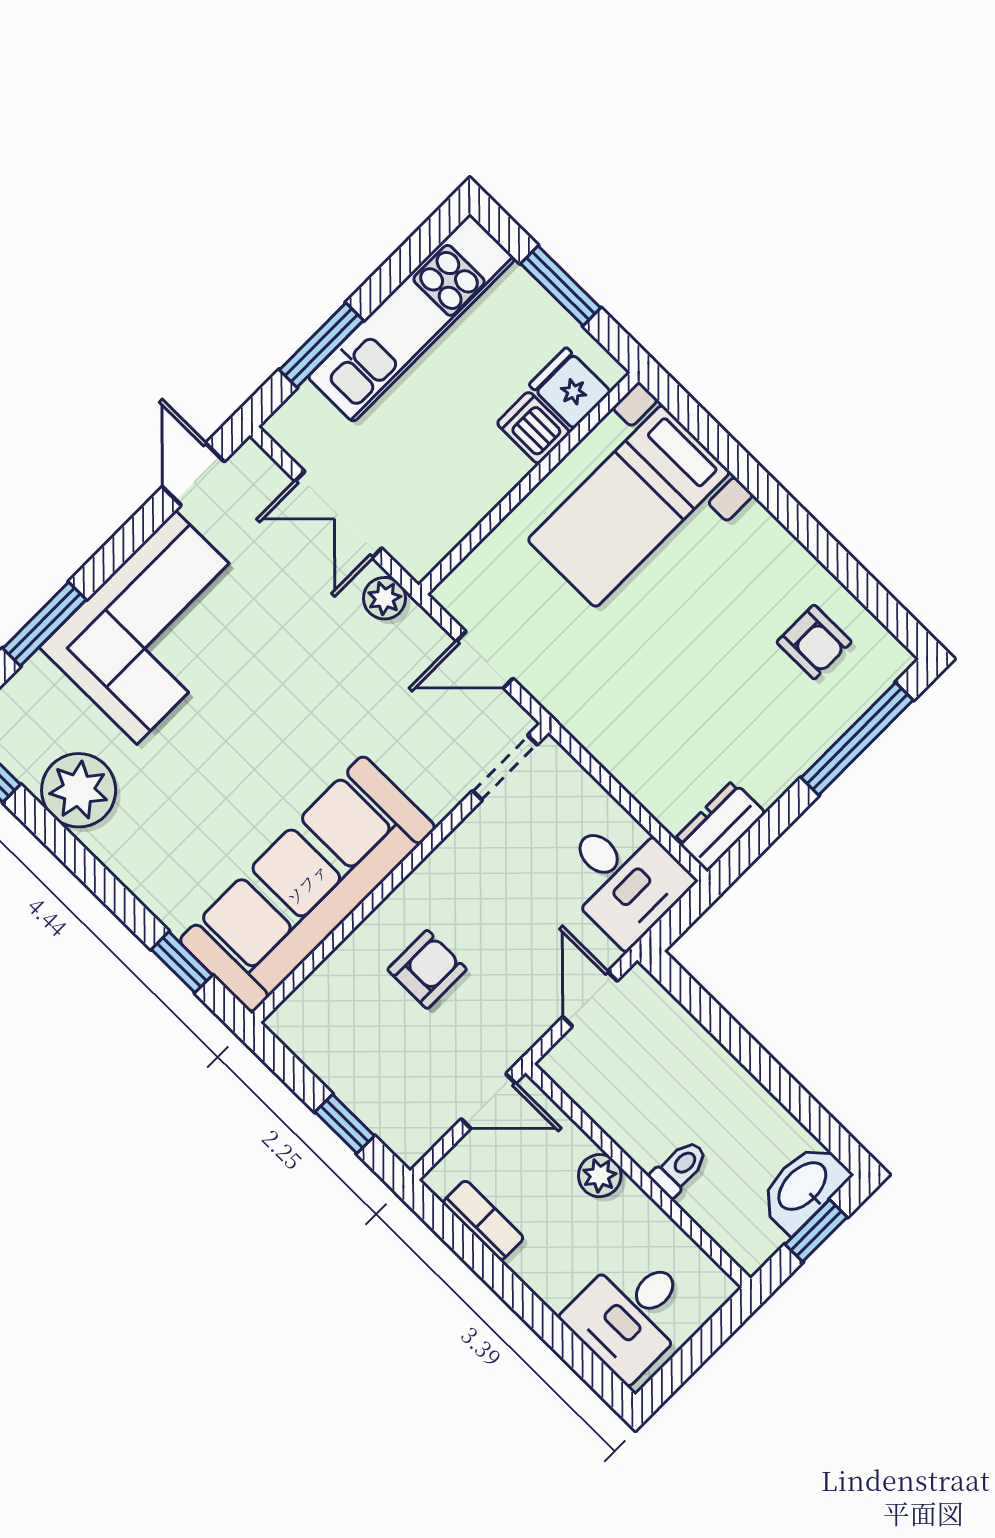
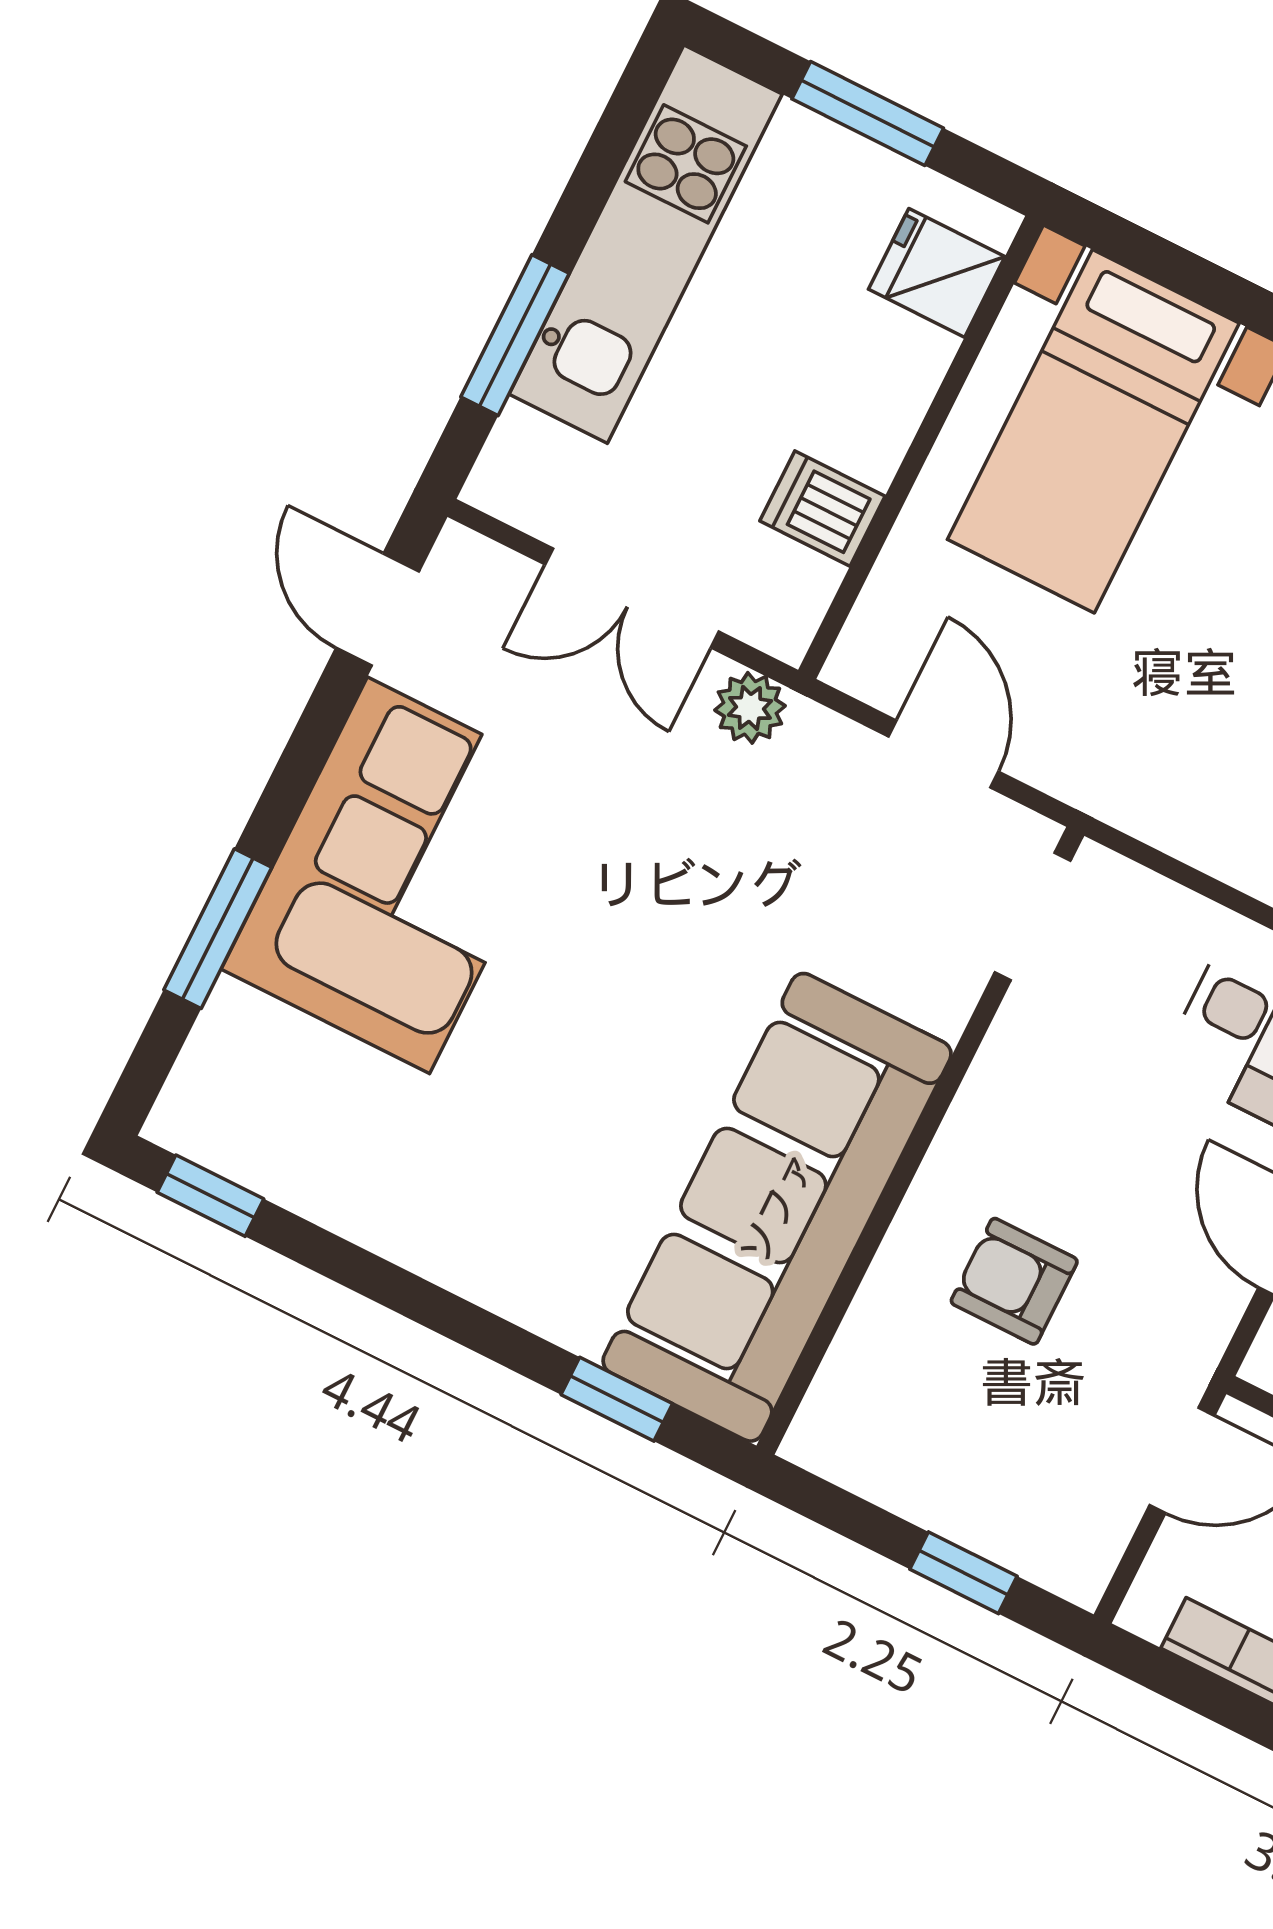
dishwasher: (533, 428) -> (822, 509), moved
door: (485, 660) -> (943, 754), swing flipped
plant: (79, 790) -> (360, 1178), removed
armchair: (427, 969) -> (1014, 1281), turned -90

